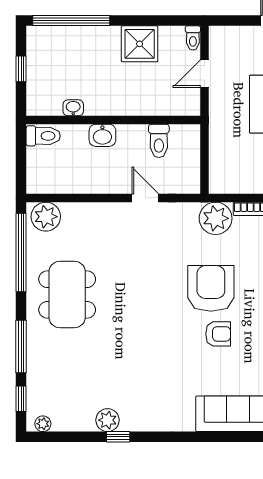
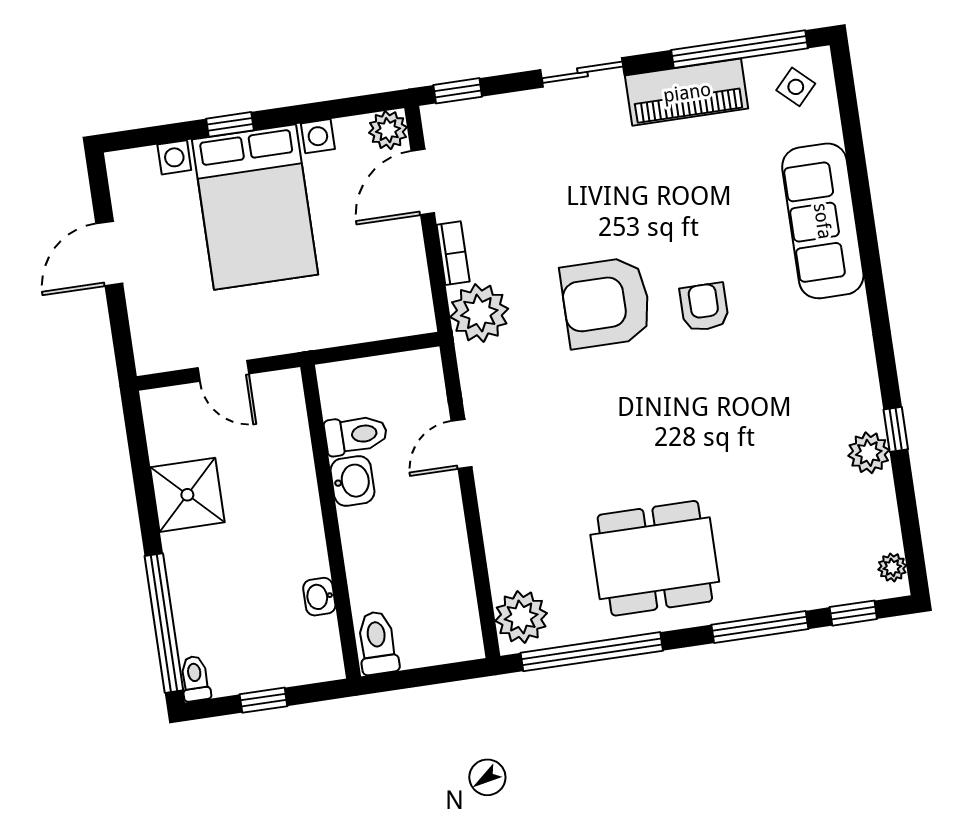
toilet: (193, 38) -> (195, 679), moved, turned -90
washbasin: (102, 135) -> (352, 481), moved
armchair: (218, 334) -> (704, 307), moved

